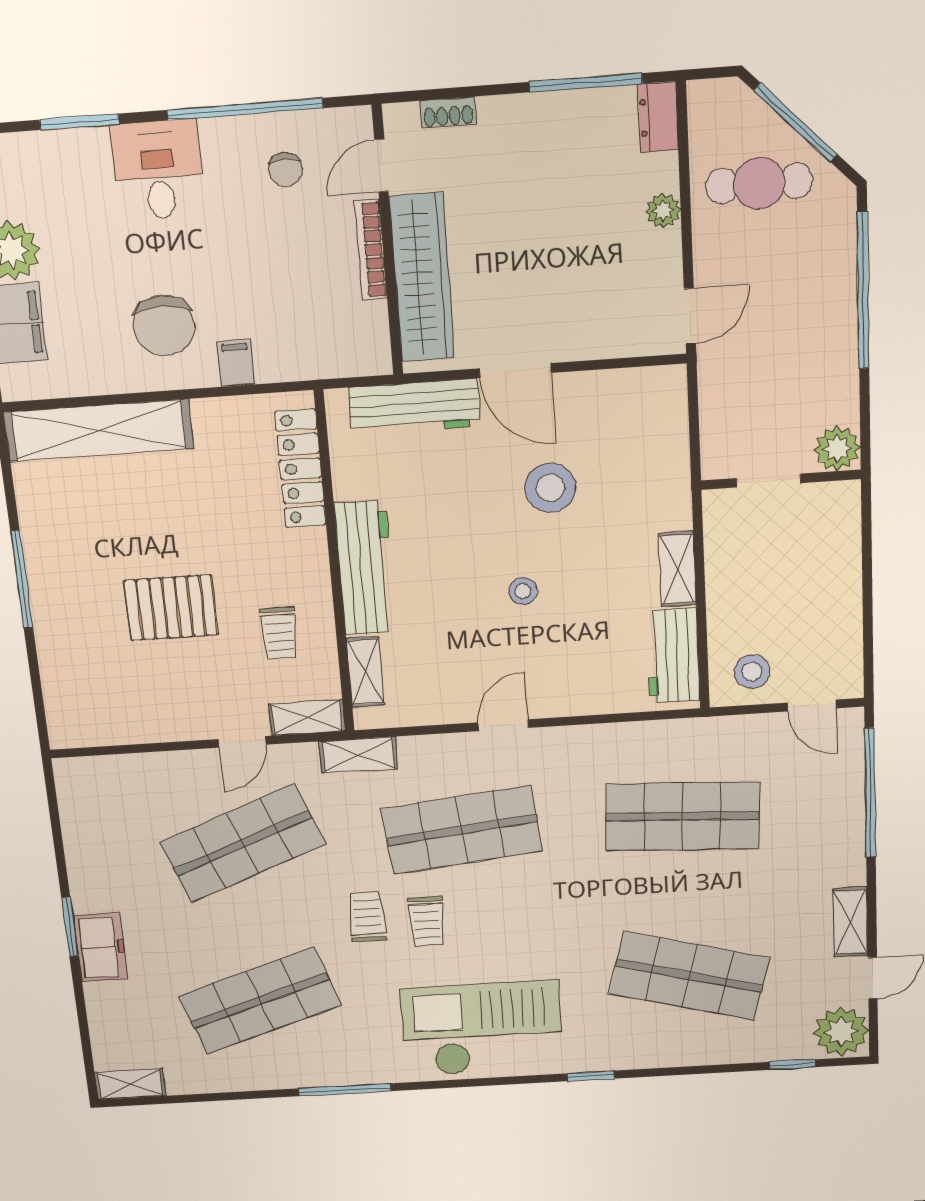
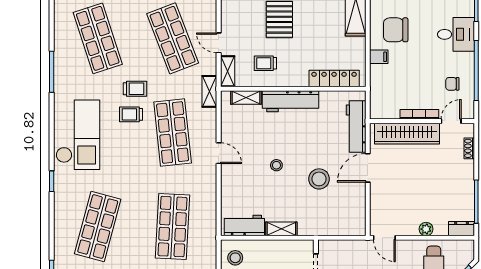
door: (381, 166) -> (451, 121), hinge flipped

